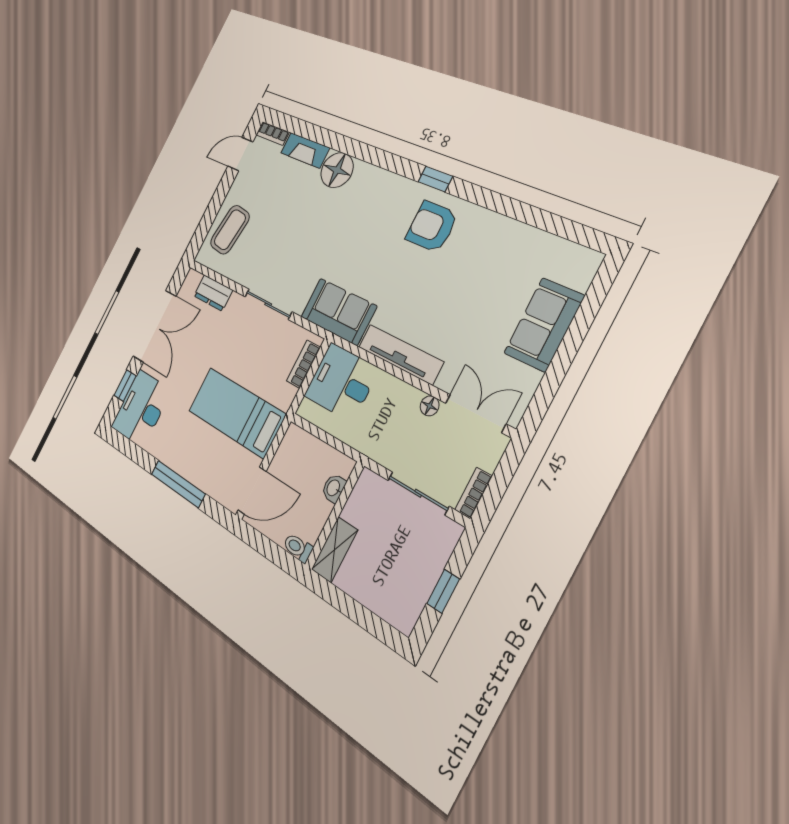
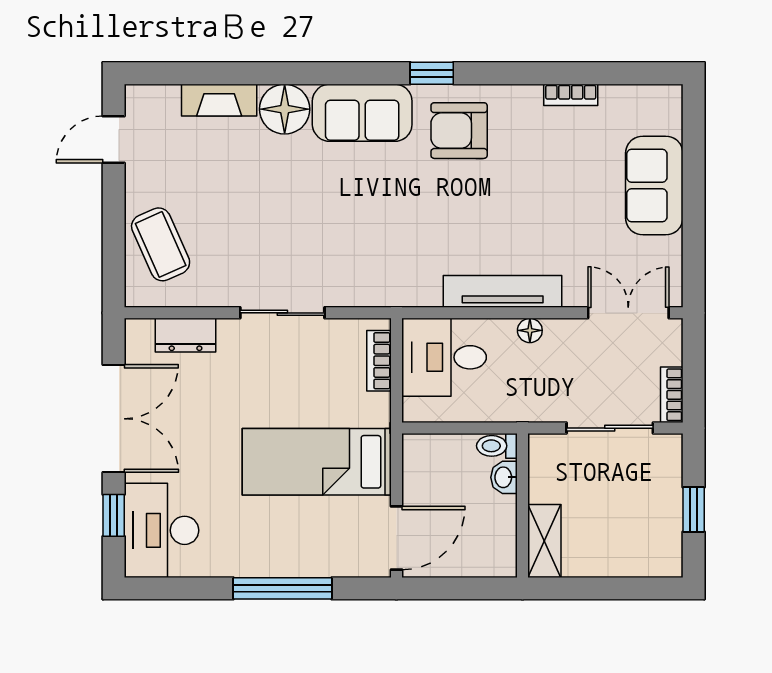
bookcase: (273, 134) -> (571, 95), moved
coffee table: (230, 230) -> (161, 244), turned -32
sofa: (339, 312) -> (362, 113), moved, turned 180
floor lamp: (430, 406) -> (530, 330), moved
toilet: (298, 548) -> (497, 446), moved

